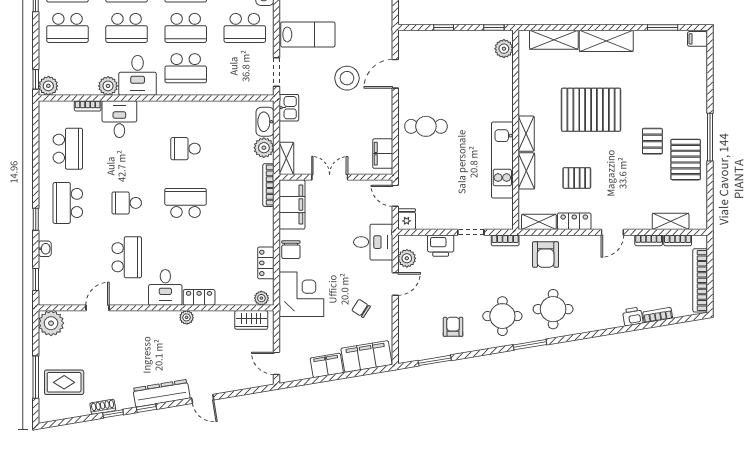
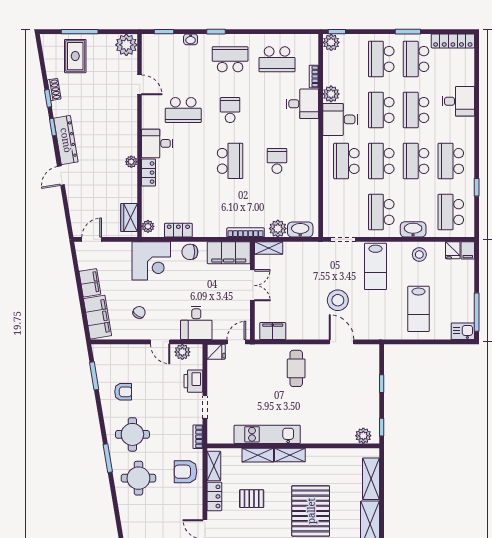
kitchen sink: (289, 108) -> (312, 250), removed
pallet: (577, 178) -> (252, 499), turned 90

